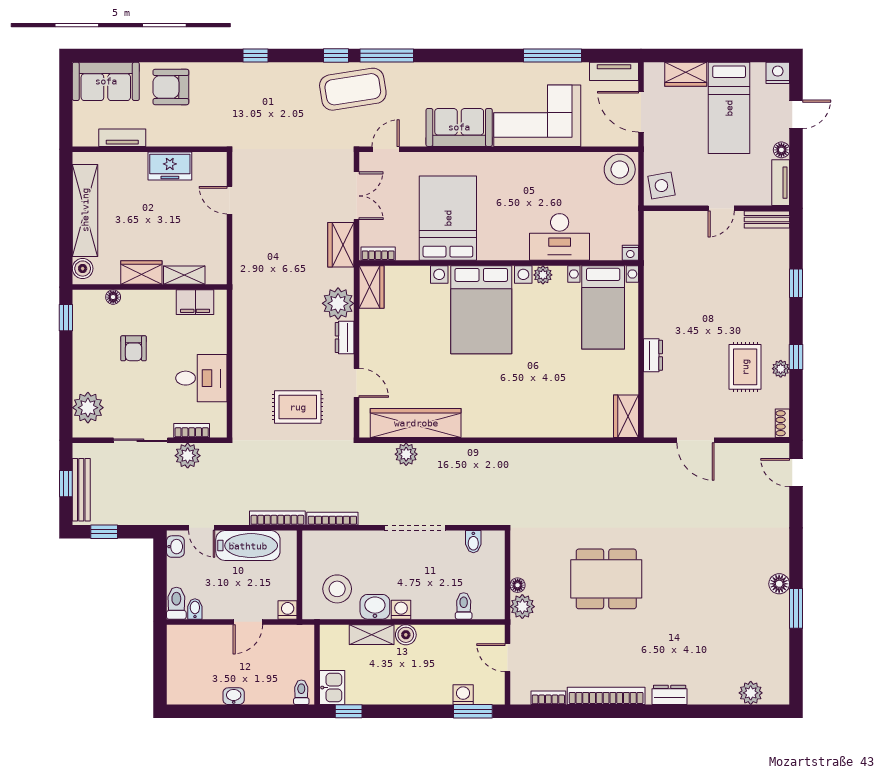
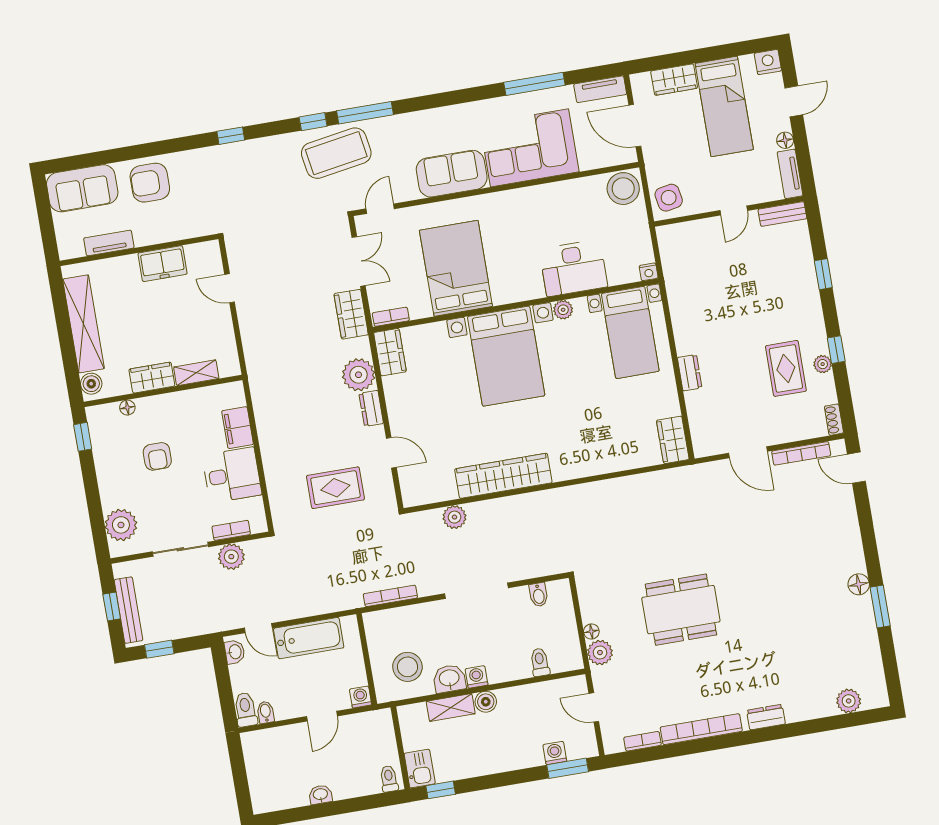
filing cabinet: (195, 302) -> (238, 428), moved, turned 90
wardrobe: (416, 423) -> (503, 476), moved
bookcase: (277, 518) -> (801, 453), moved, turned 180

